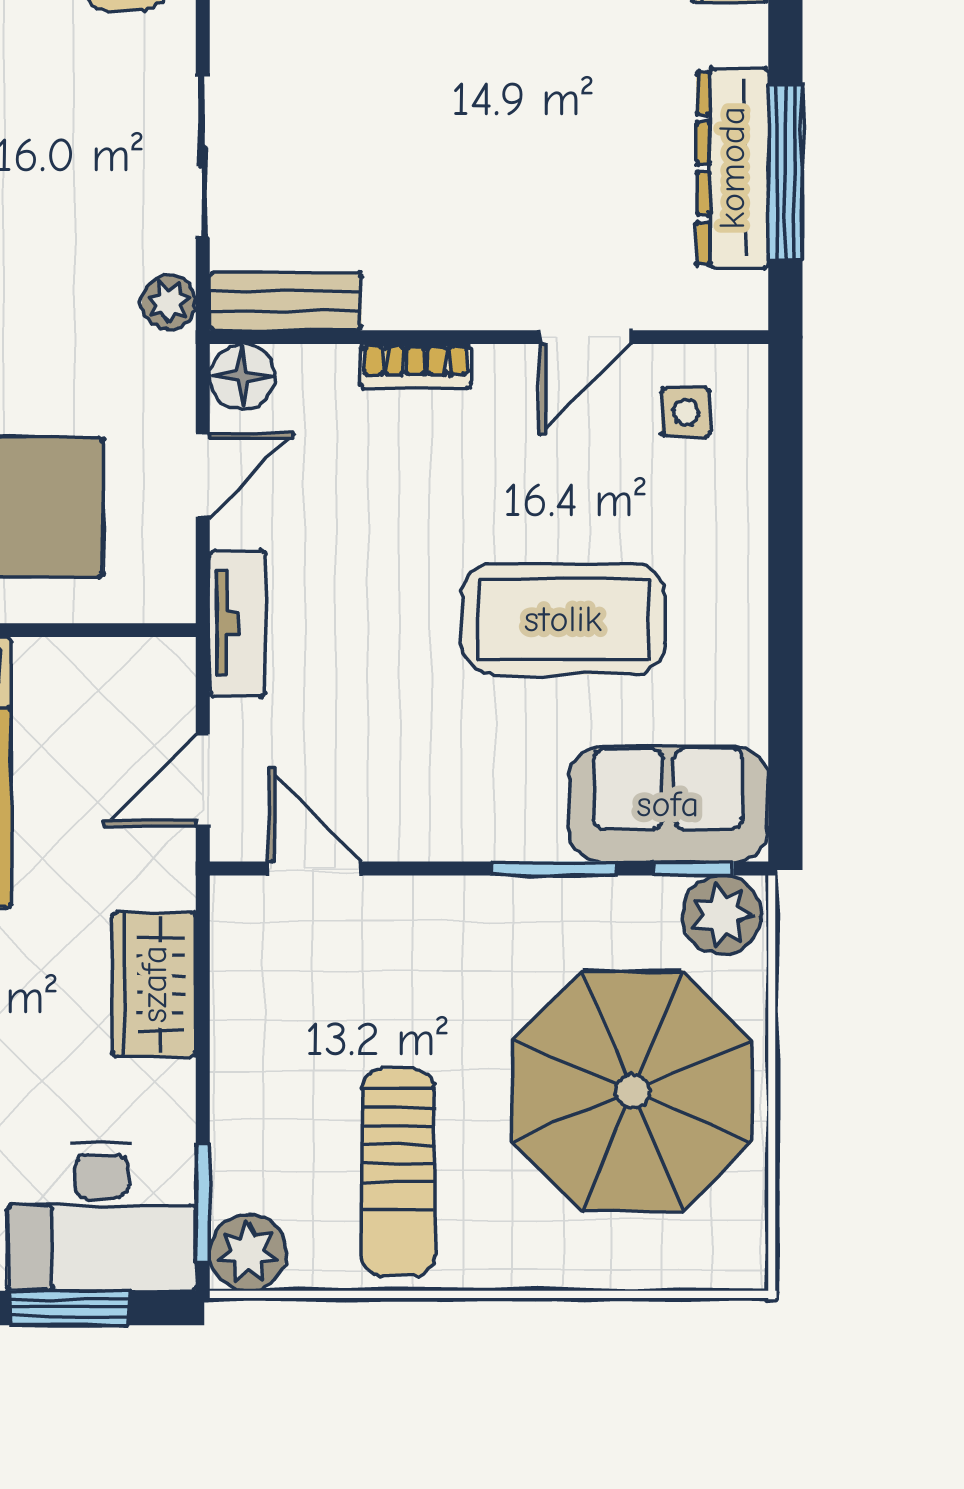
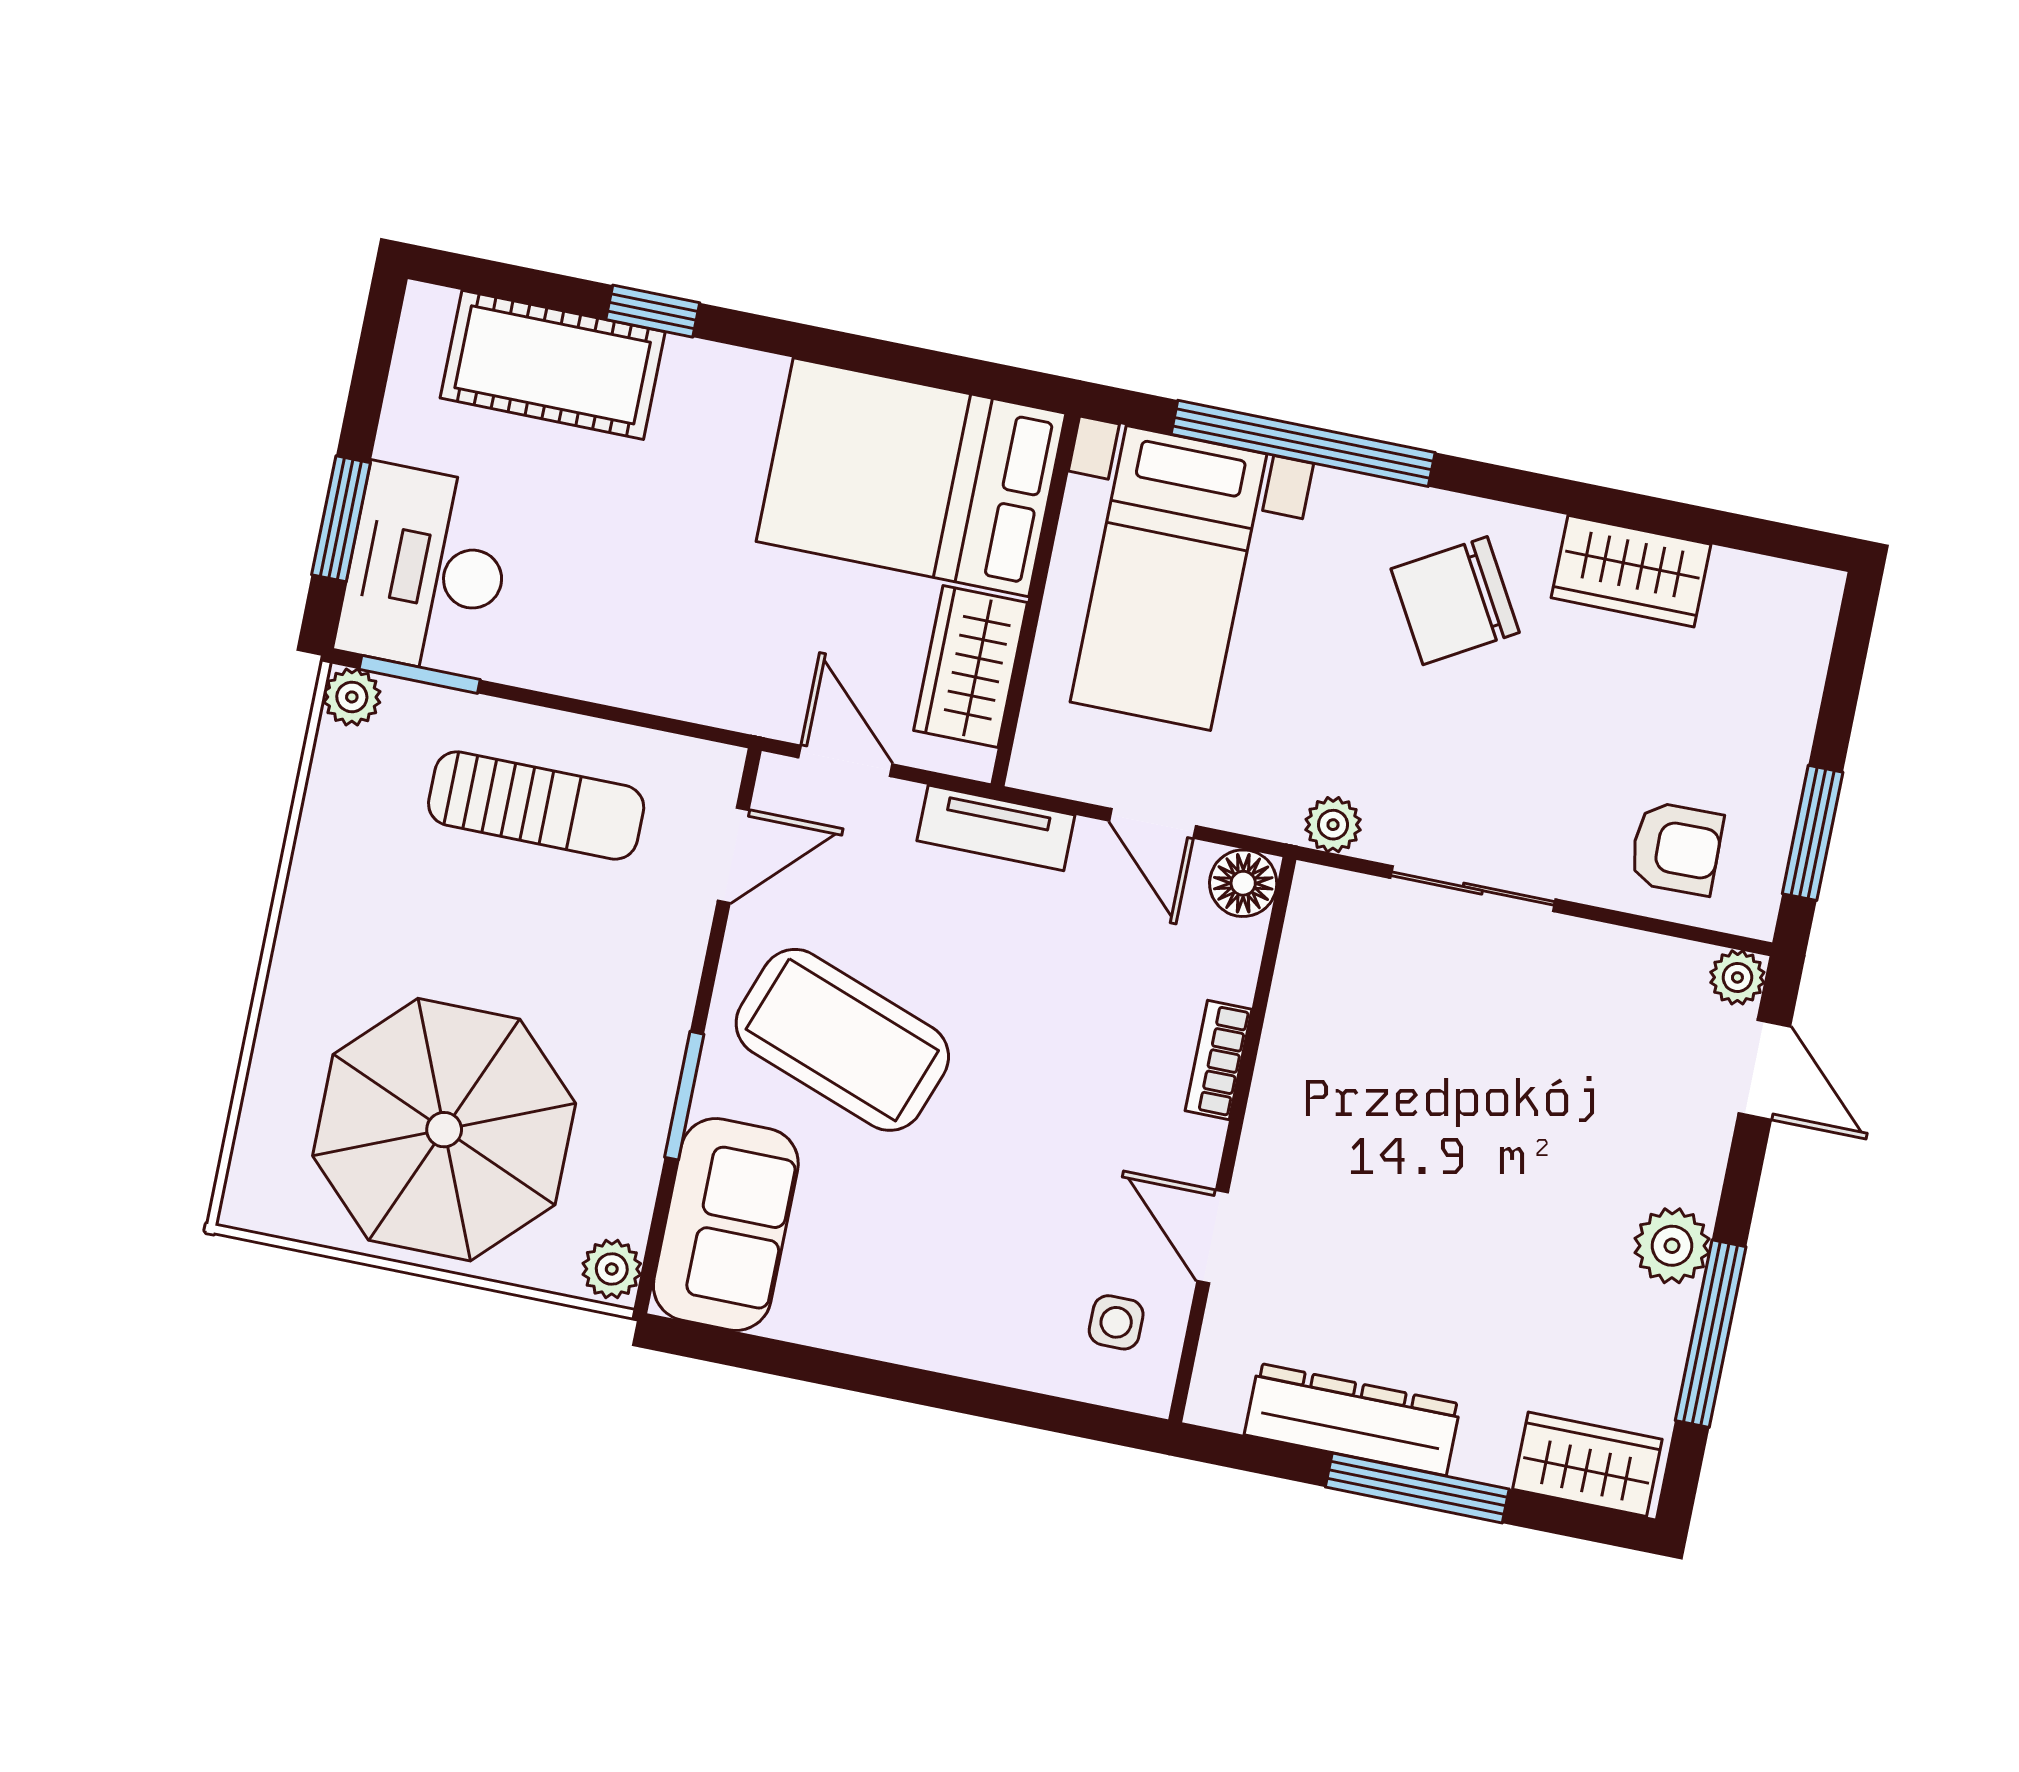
window: (785, 172) -> (1417, 1488), moved
bench: (285, 301) -> (1310, 942), removed
coffee table: (563, 619) -> (842, 1040), moved, turned -70
window: (694, 869) -> (656, 1237), removed
plant: (722, 915) -> (612, 1269), width x0.73, depth x0.73
wardrobe: (154, 984) -> (971, 666), moved, turned -90
sun lounger: (398, 1172) -> (536, 805), moved, turned 180
plant: (248, 1253) -> (352, 697), width x0.73, depth x0.73

